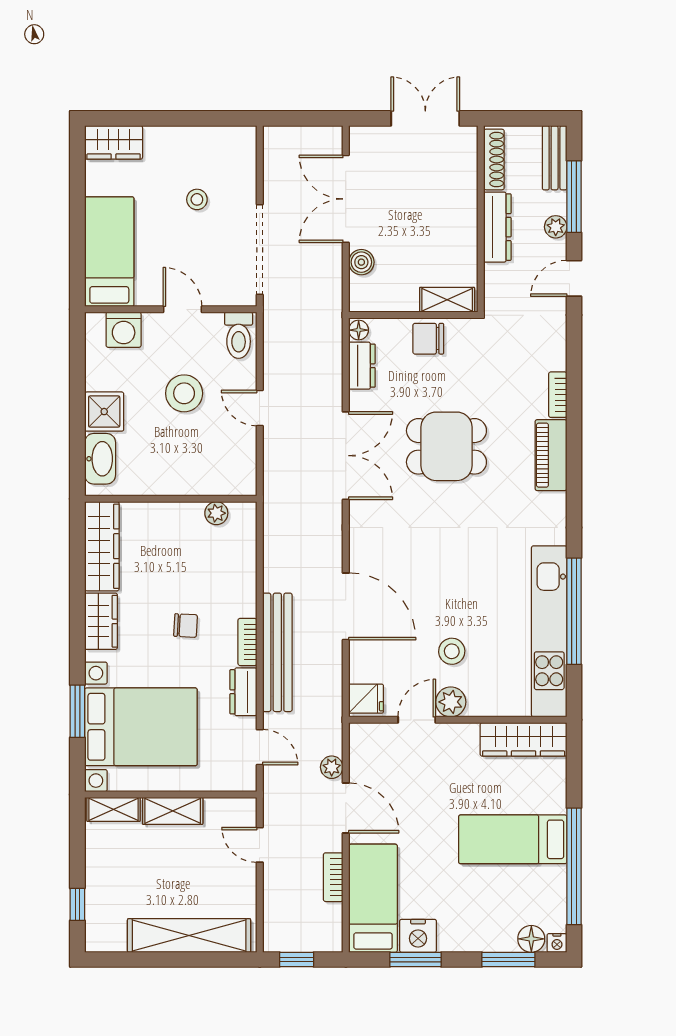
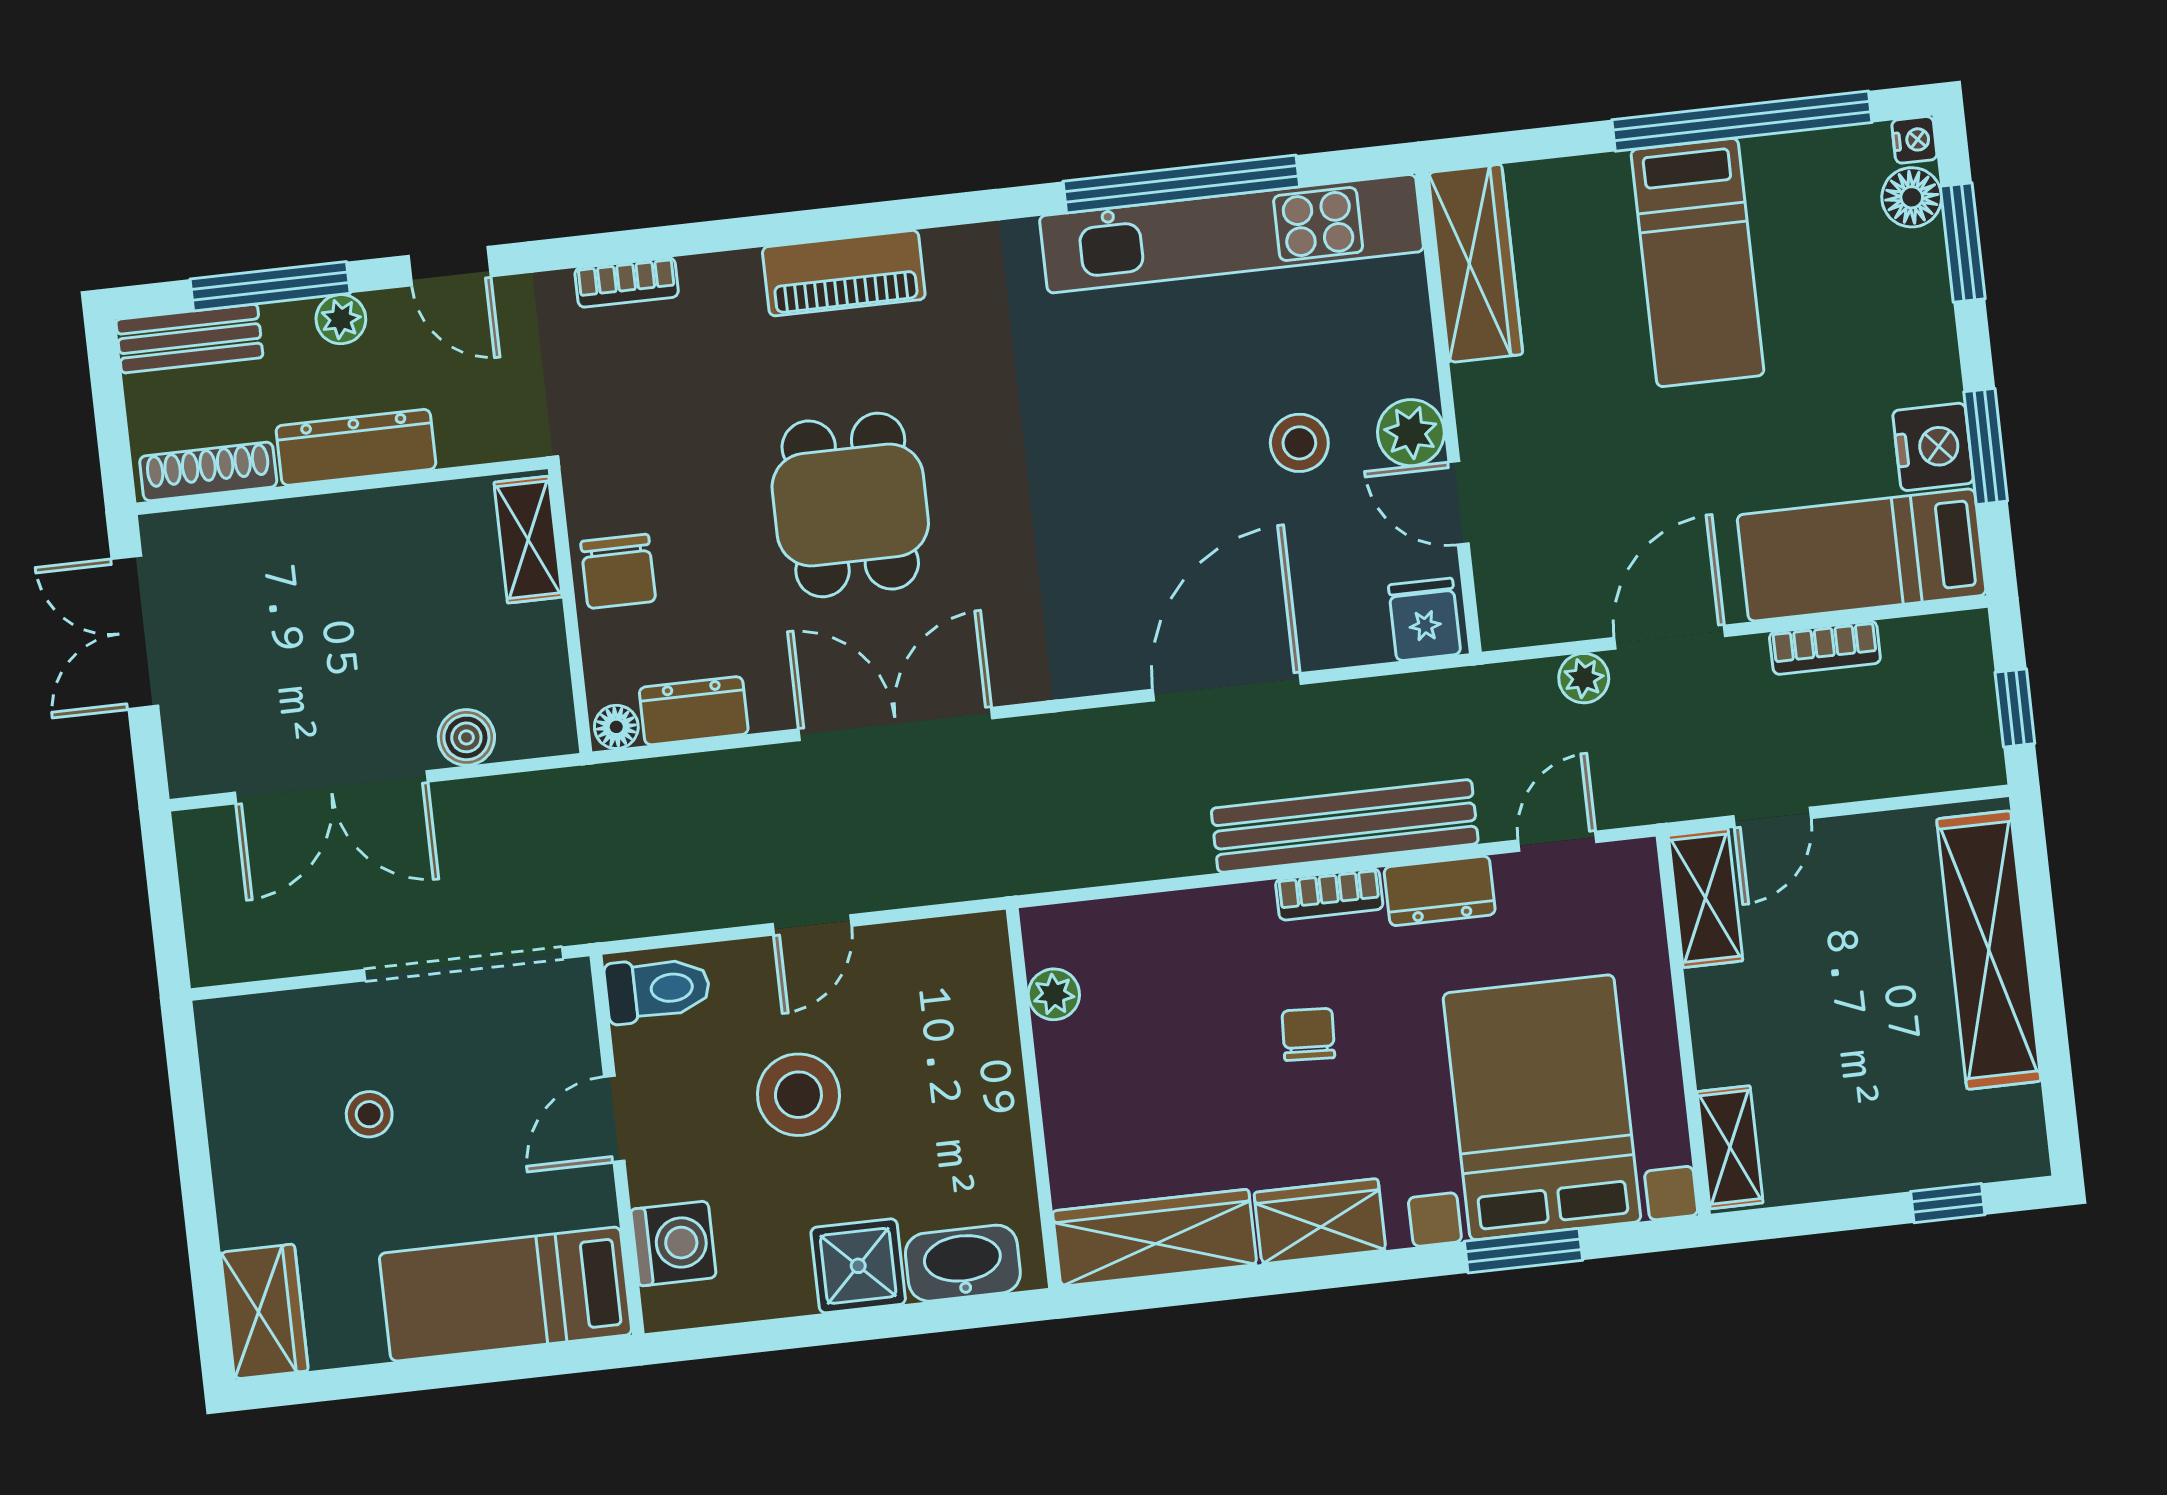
bookcase: (558, 395) -> (627, 282), moved
shelving: (173, 811) -> (1706, 898), moved

